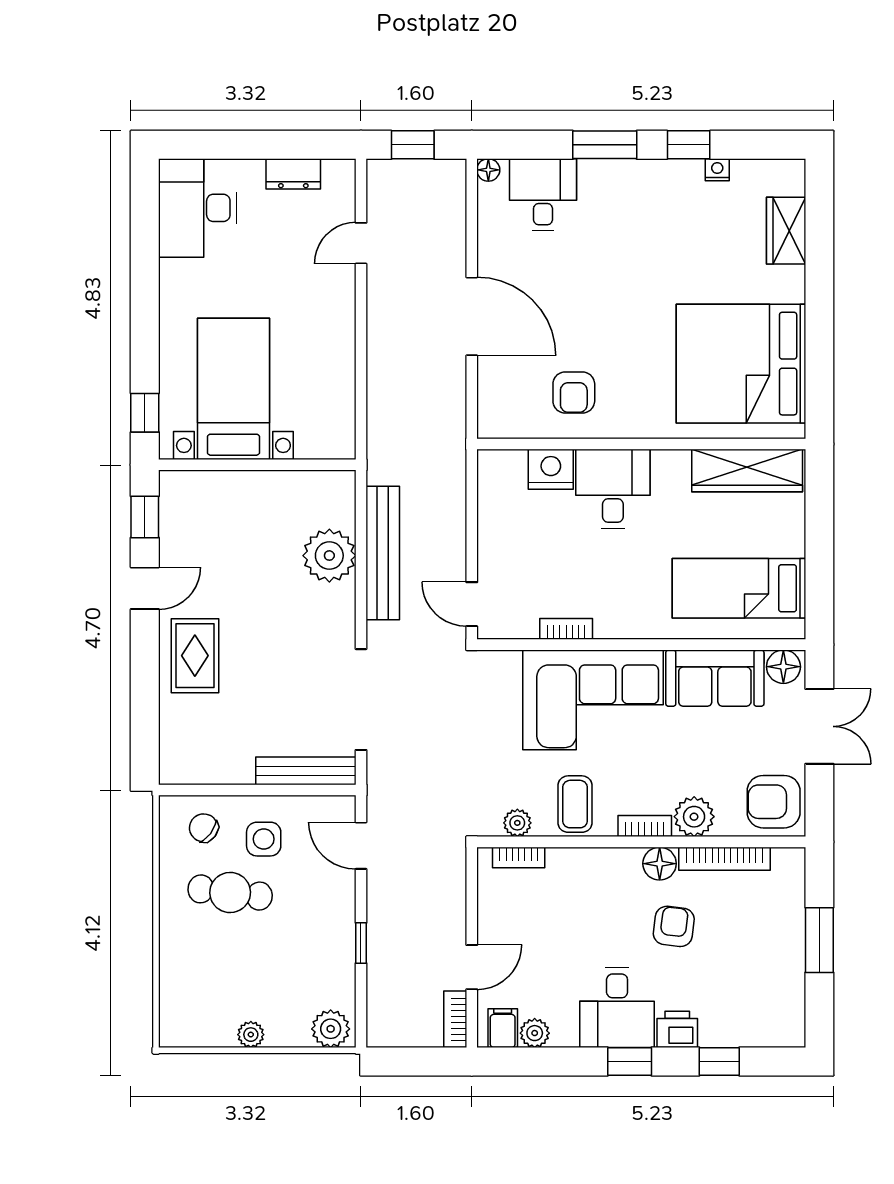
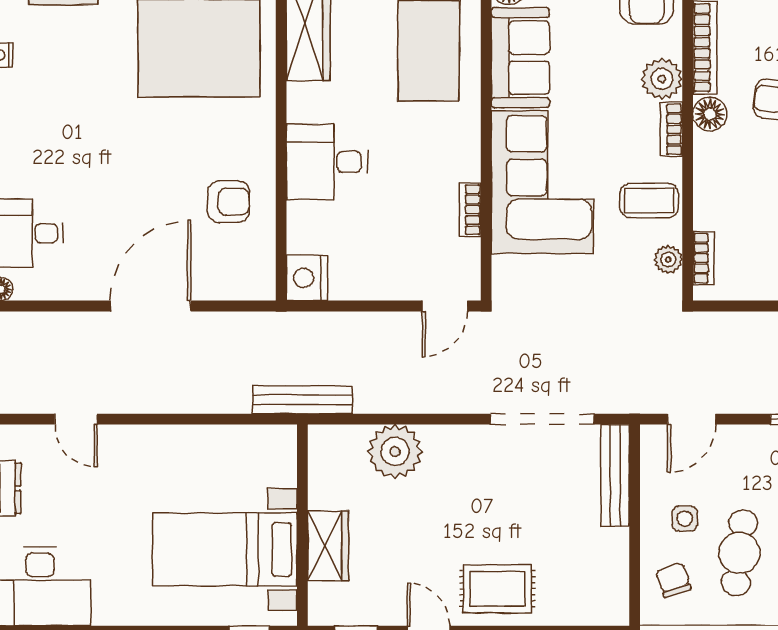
nightstand: (551, 469) -> (307, 278), moved
wardrobe: (237, 490) -> (328, 546), added
bench: (383, 553) -> (302, 400), moved, width x0.73, depth x0.82
chair: (204, 828) -> (673, 580), turned 124
side table: (264, 839) -> (685, 519), width x0.73, depth x0.73

